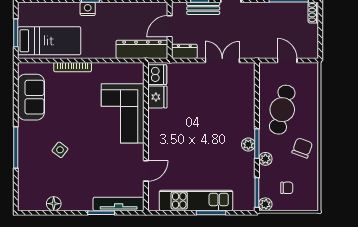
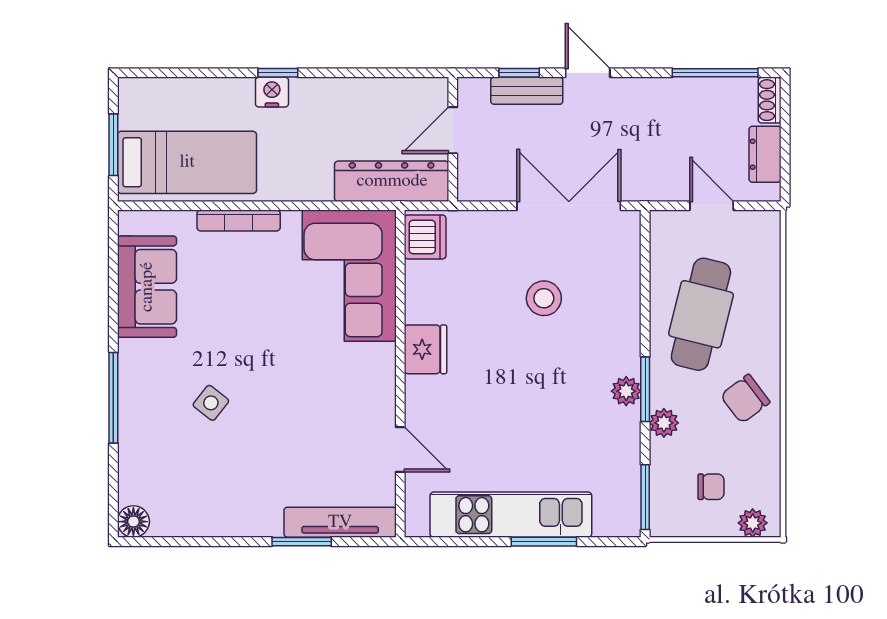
dresser: (184, 51) -> (765, 154), moved, turned -90
double door: (222, 60) -> (569, 206), width x1.37
fridge: (157, 97) -> (426, 349), moved
stool: (211, 102) -> (544, 298), added
corner sofa: (123, 113) -> (349, 276), moved
chair: (302, 148) -> (745, 399), turned -147
door: (146, 171) -> (400, 449), hinge flipped
floor lamp: (54, 204) -> (133, 522), moved
plant: (265, 204) -> (753, 523), moved

